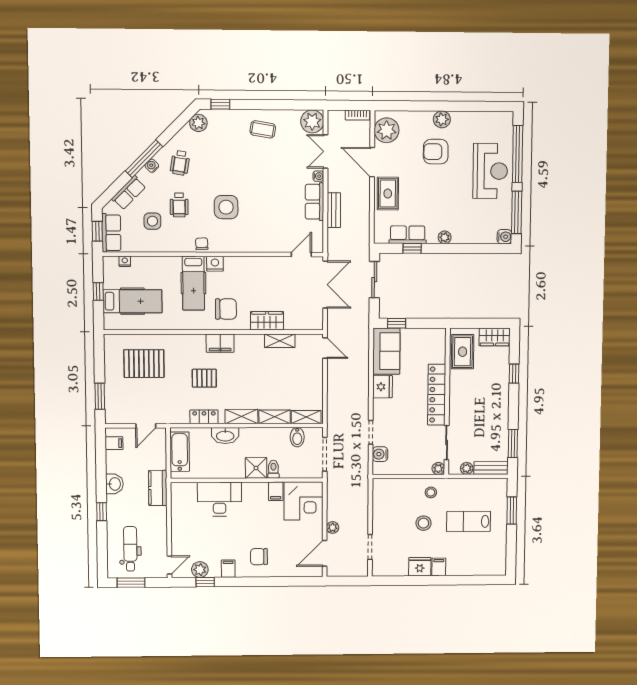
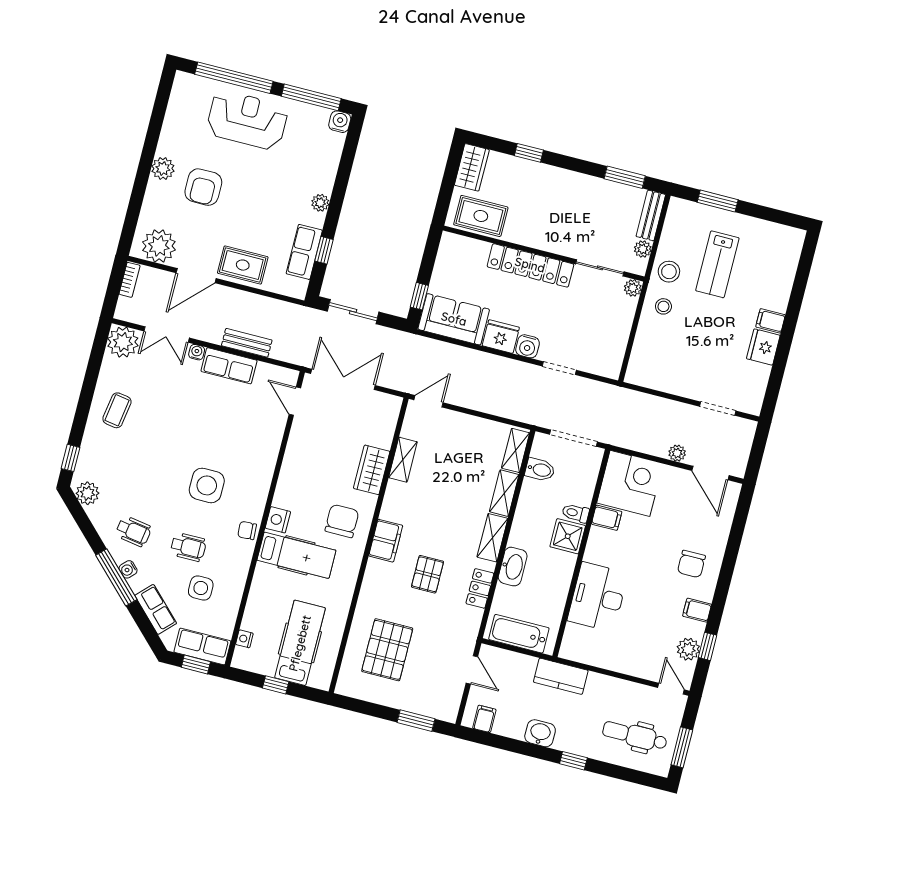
water cooler: (380, 454) -> (528, 346), moved
stool: (423, 523) -> (669, 272), moved

